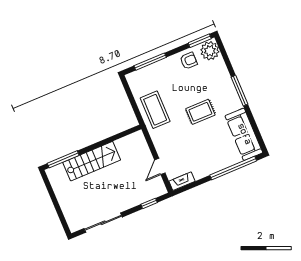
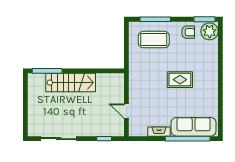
window: (239, 91) -> (220, 75), removed
coffee table: (155, 110) -> (154, 40), moved, turned 90
sofa: (244, 134) -> (194, 127), moved, turned 90
door: (160, 166) -> (126, 111), hinge flipped
fireplace: (182, 181) -> (159, 132), moved

